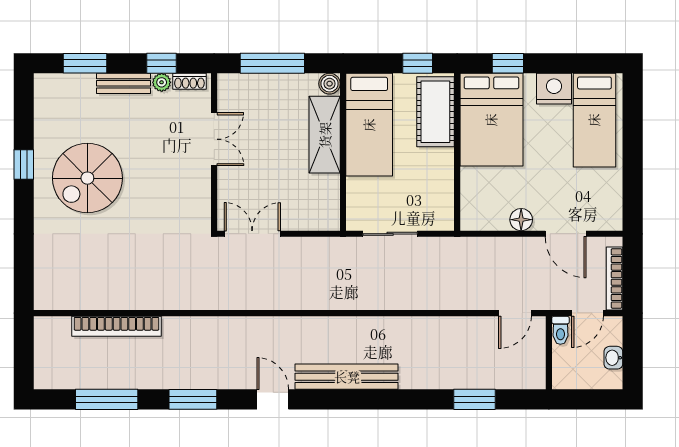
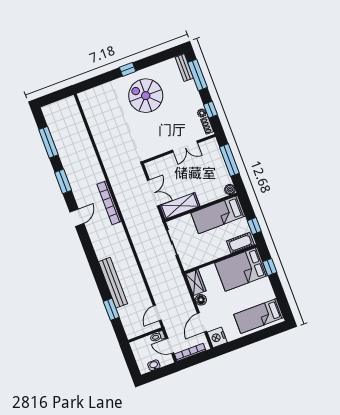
window: (85, 63) -> (197, 75), width x1.44
bench: (123, 83) -> (184, 68), moved
nightstand: (554, 89) -> (217, 337), moved, turned 180
cot: (435, 112) -> (240, 243), width x0.73, depth x0.75
shelving: (325, 135) -> (180, 206), moved
window: (24, 164) -> (128, 69), moved
wardrobe: (484, 217) -> (196, 282), added
double door: (252, 234) -> (153, 193), moved
door: (515, 313) -> (157, 313), hinge flipped
bookcase: (117, 326) -> (109, 203), moved
bench: (347, 377) -> (113, 283), moved

